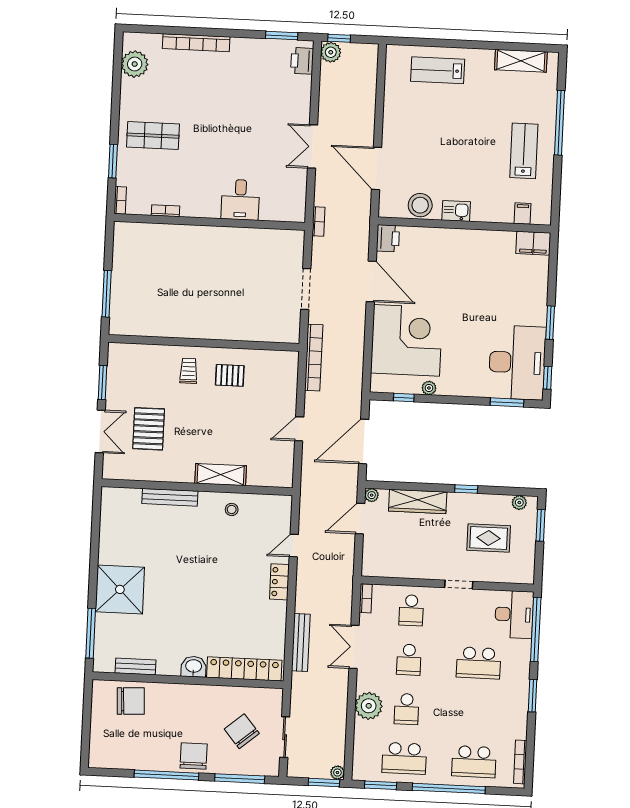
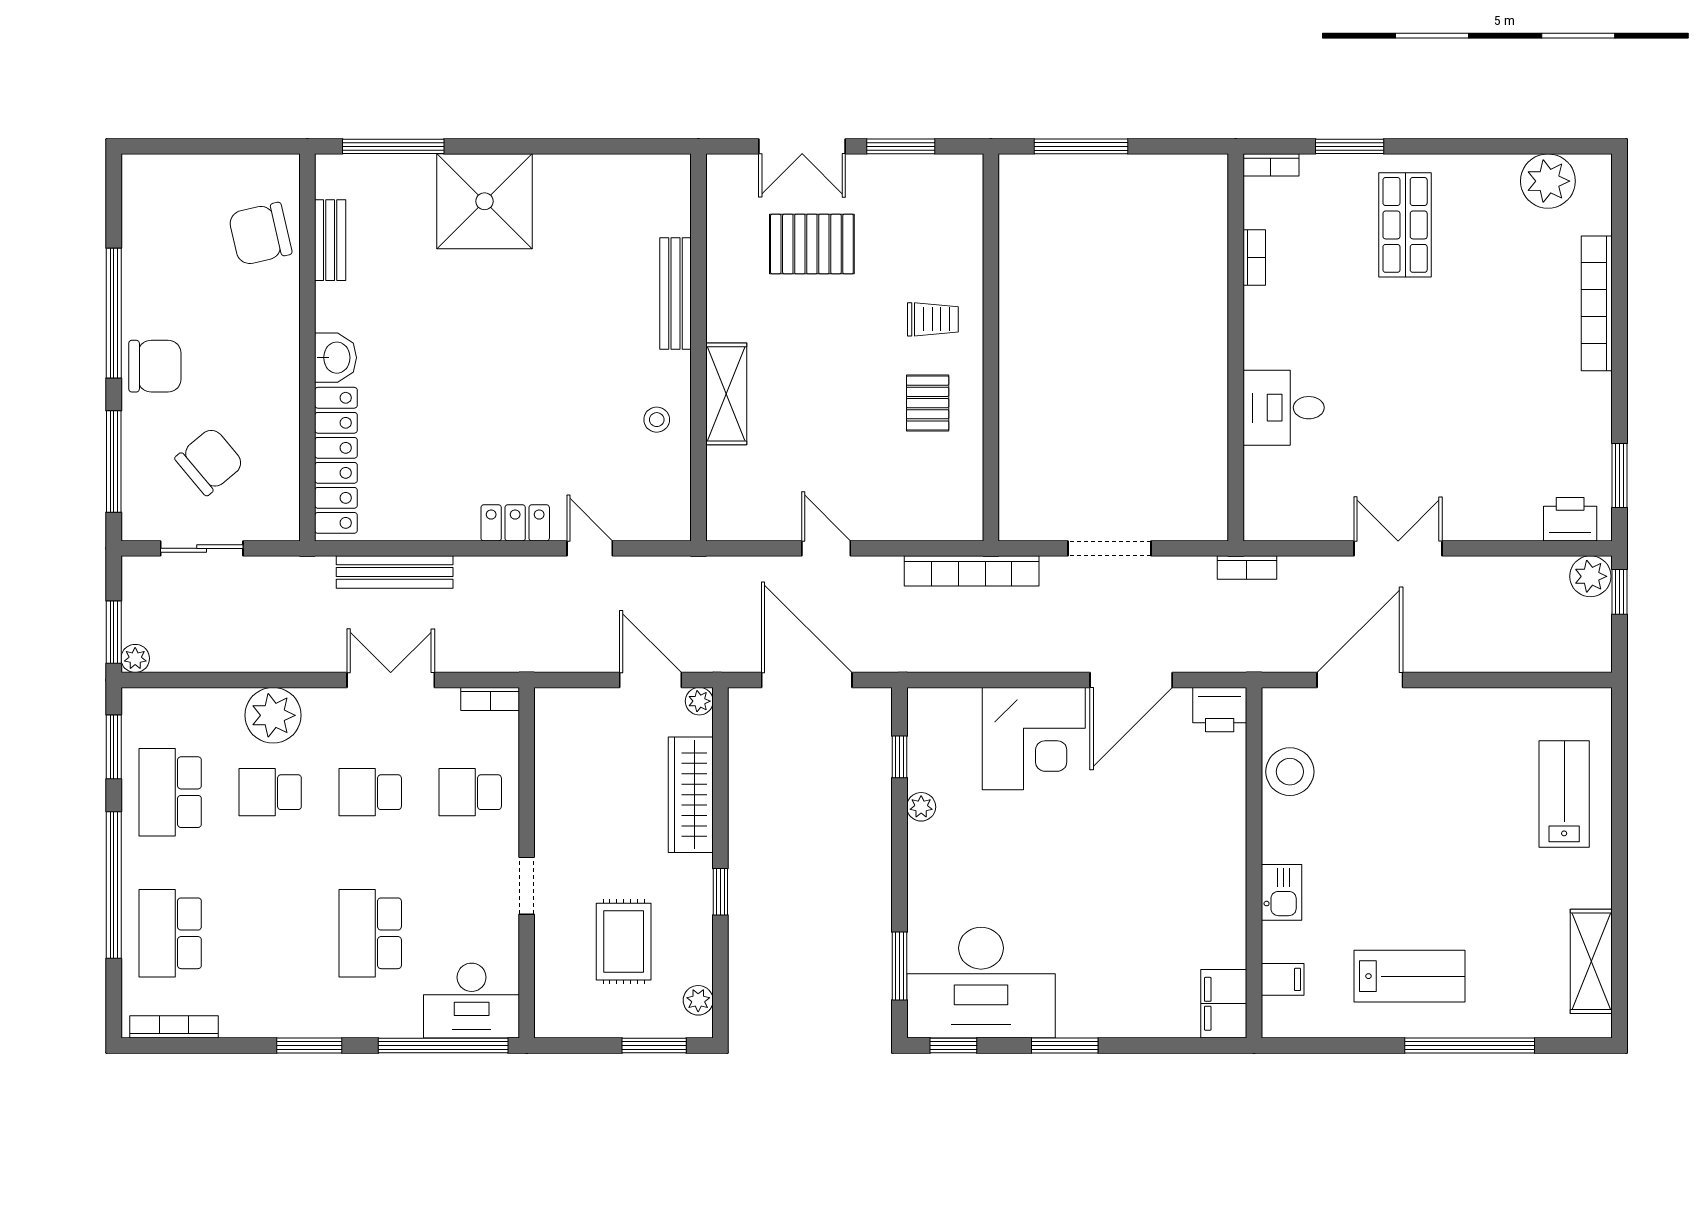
kitchen sink: (456, 211) -> (1282, 892), moved
corner desk: (407, 340) -> (1034, 739), width x0.74, depth x0.74
chair: (131, 701) -> (260, 234), turned 80

